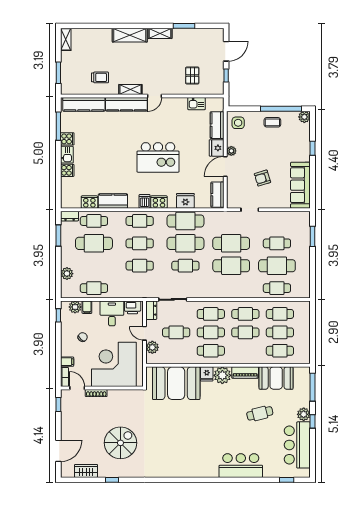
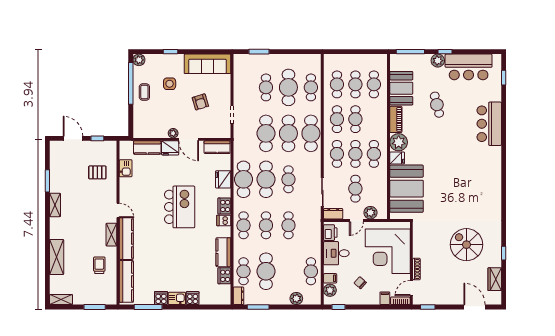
shelving: (130, 35) -> (57, 257), moved
side table: (238, 123) -> (170, 84), moved
cafe table: (231, 288) -> (311, 133), added

